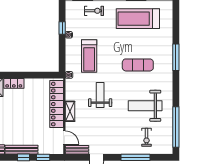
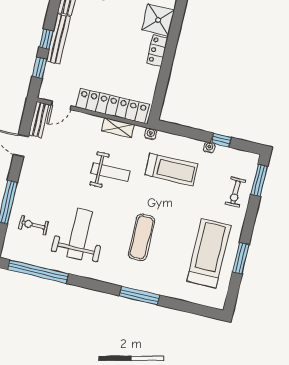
treadmill: (89, 56) -> (171, 170), turned 180
shelving: (70, 111) -> (118, 128), moved

